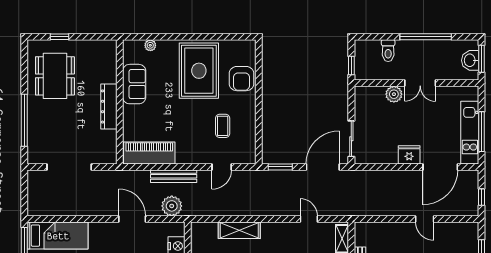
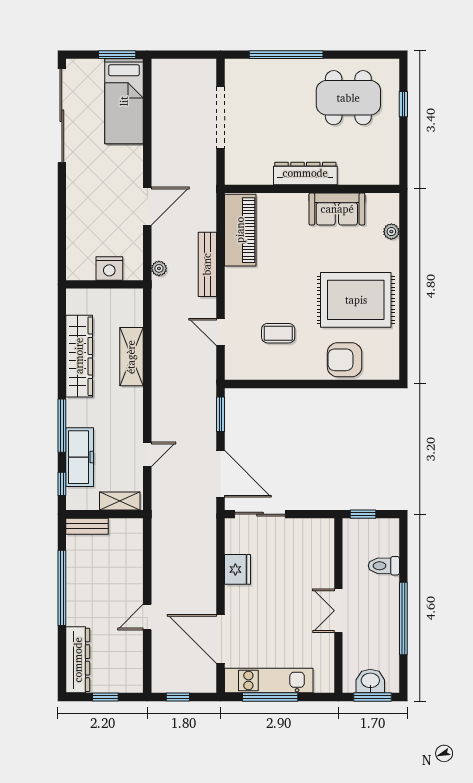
plant: (394, 94) -> (323, 574), removed
fridge: (409, 155) -> (237, 569), moved
plant: (172, 206) -> (159, 268), width x0.53, depth x0.53

